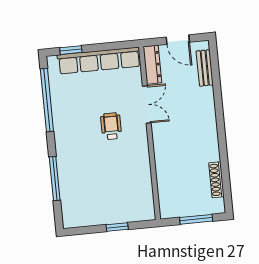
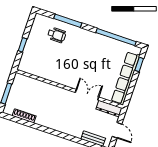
door: (178, 40) -> (117, 130), swing flipped
double door: (147, 105) -> (87, 95), swing flipped
wheelchair: (111, 126) -> (57, 35), moved

